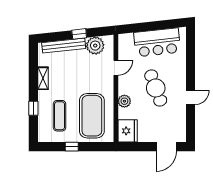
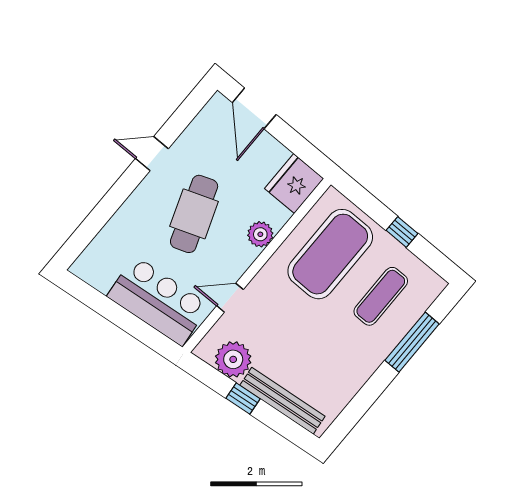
bar counter: (157, 42) -> (158, 301), moved
shelving: (43, 78) -> (358, 377), removed
window: (33, 108) -> (412, 342), width x2.17
door: (166, 147) -> (254, 108), swing flipped

